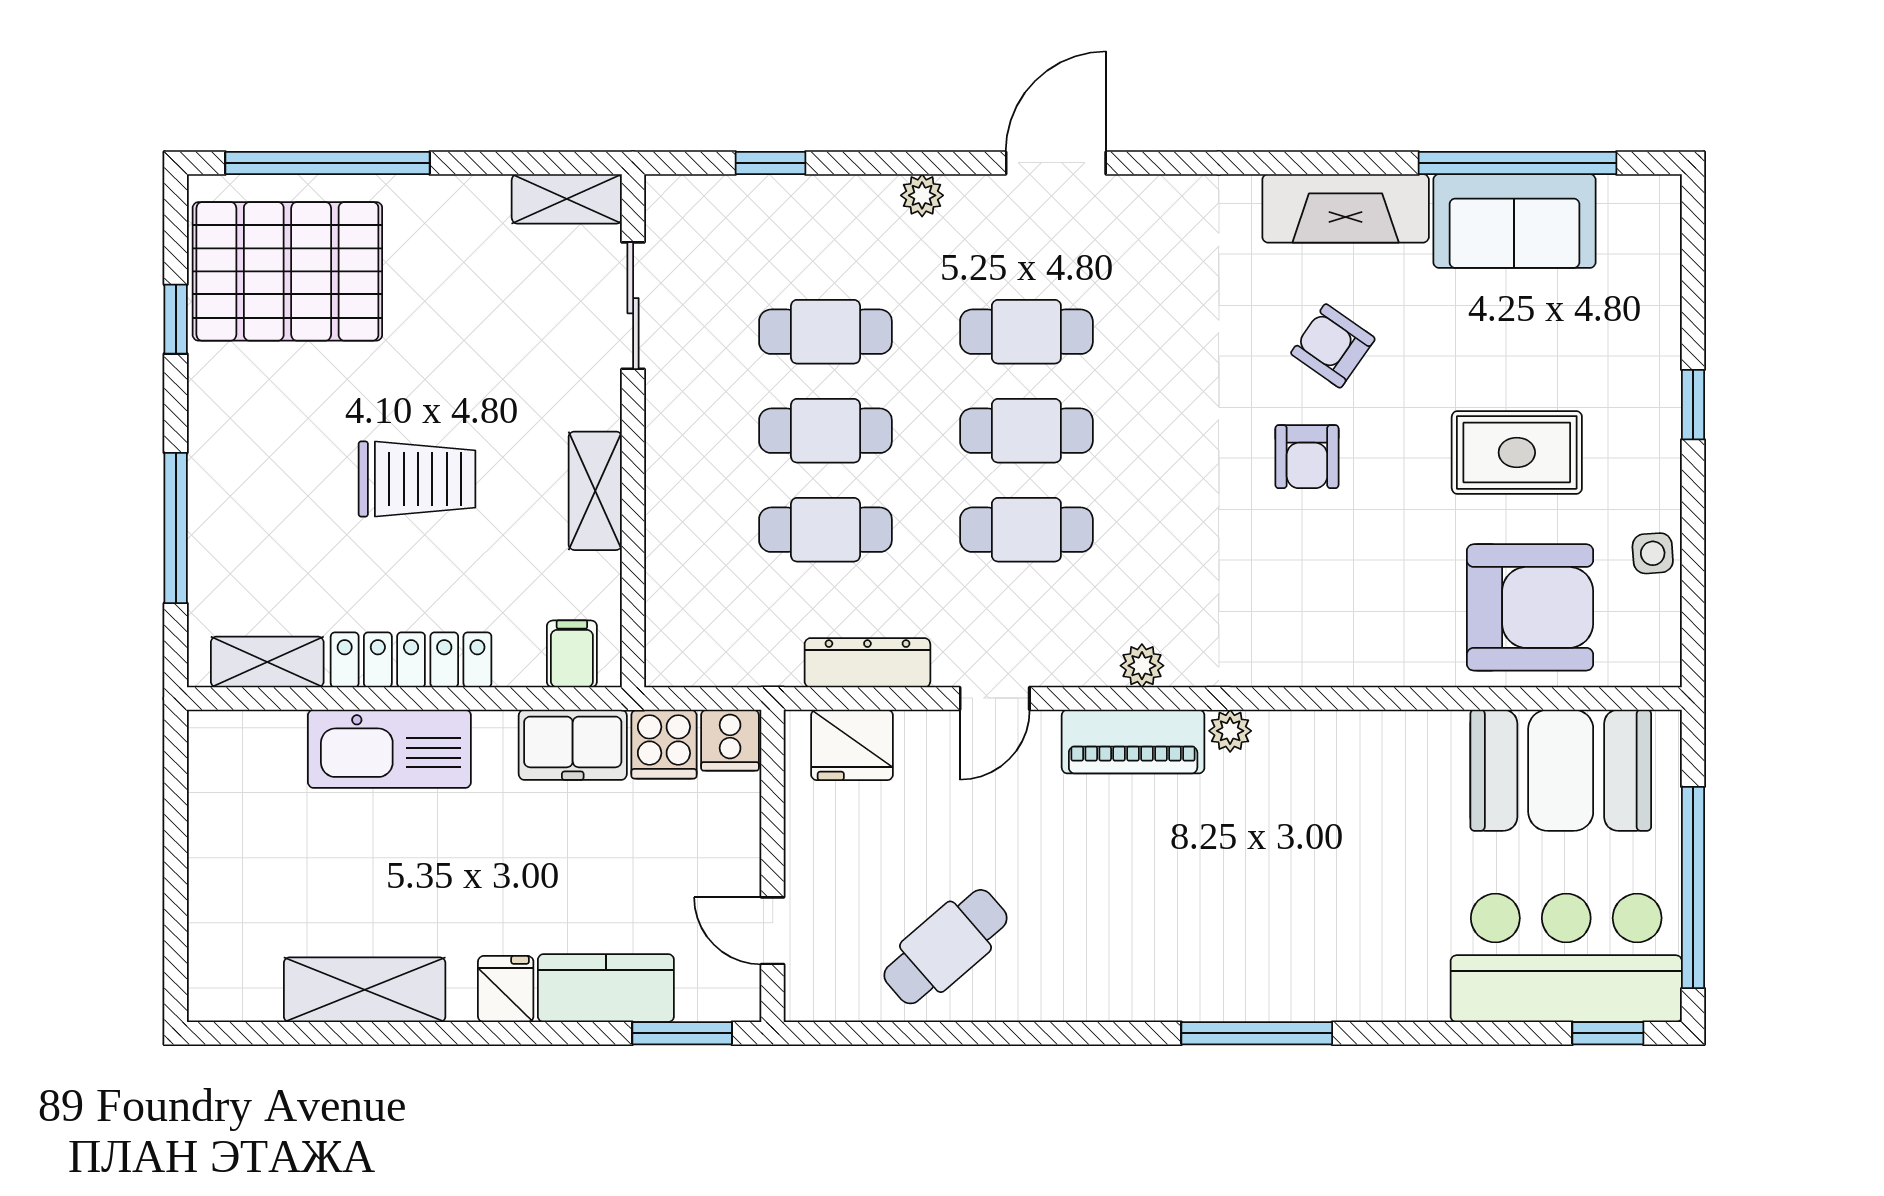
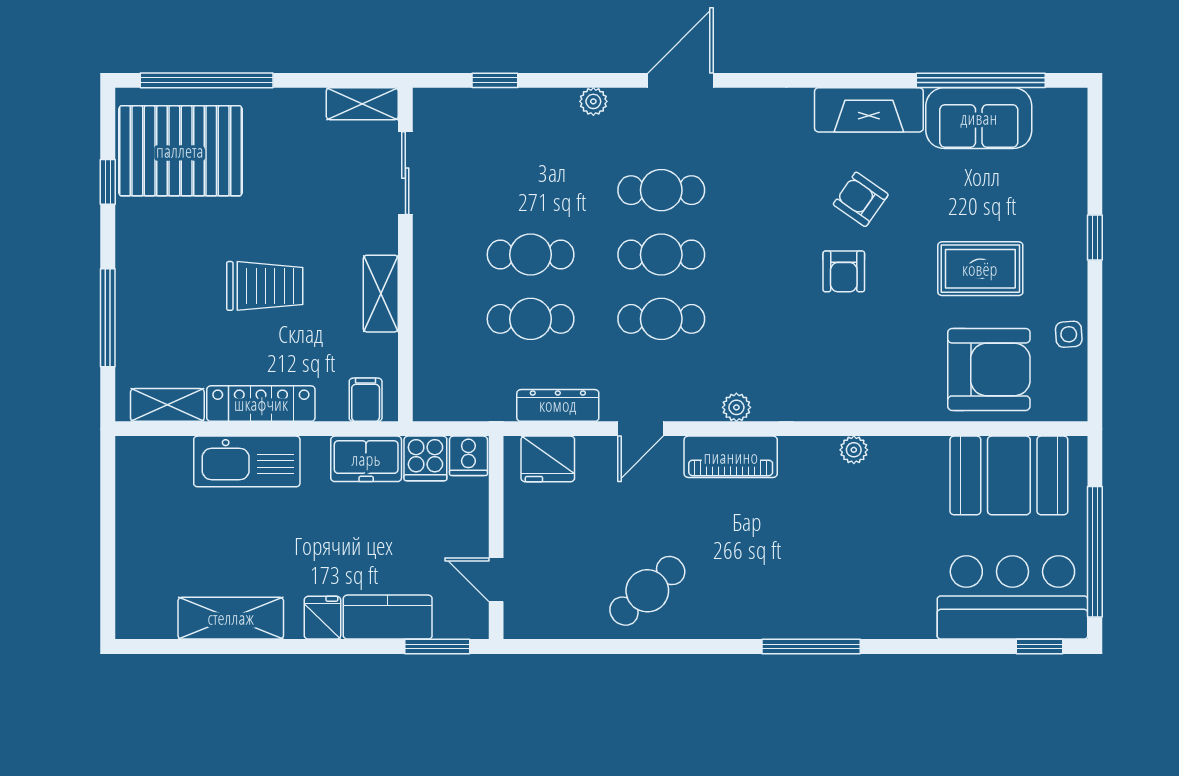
cafe table: (825, 332) -> (531, 190), removed
plant: (1230, 731) -> (854, 450), moved
cafe table: (946, 947) -> (647, 591), moved

